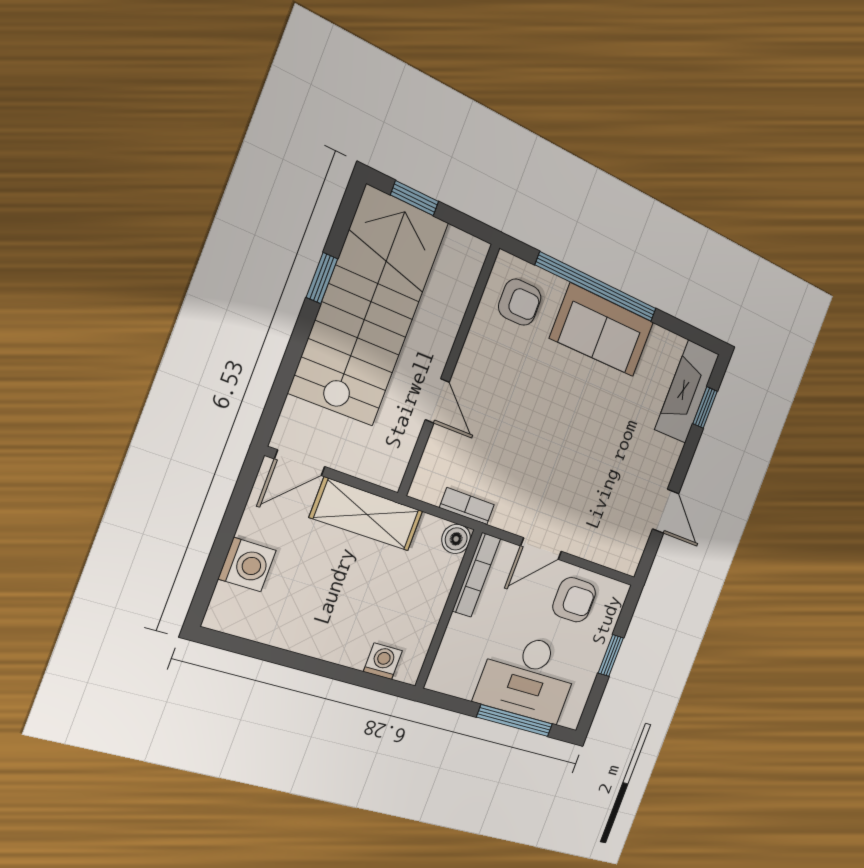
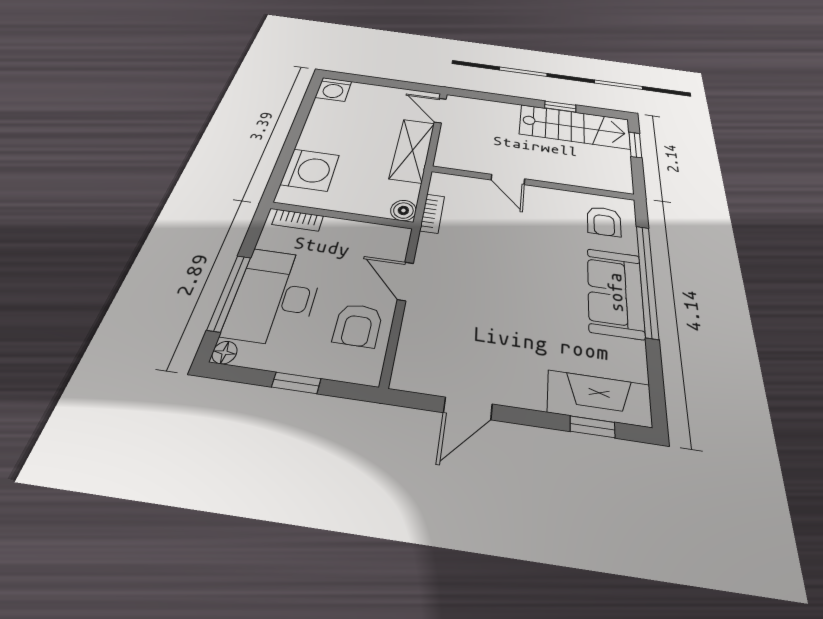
stairs: (369, 307) -> (575, 127), width x0.73, depth x0.66
door: (437, 401) -> (508, 179), hinge flipped
washing machine: (247, 565) -> (334, 89), moved
bookcase: (476, 575) -> (298, 220), moved, width x0.64
washing machine: (383, 661) -> (310, 170), width x1.89, depth x1.89
floor lamp: (571, 718) -> (225, 353), added

